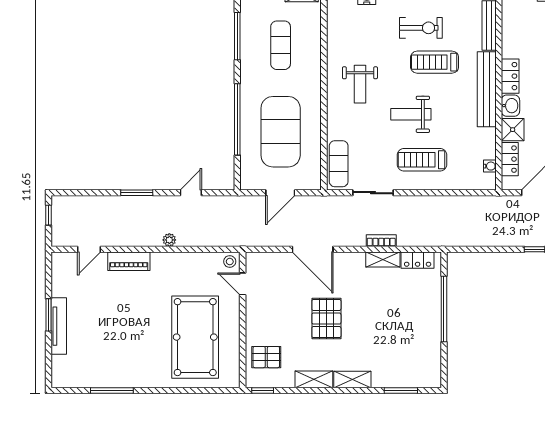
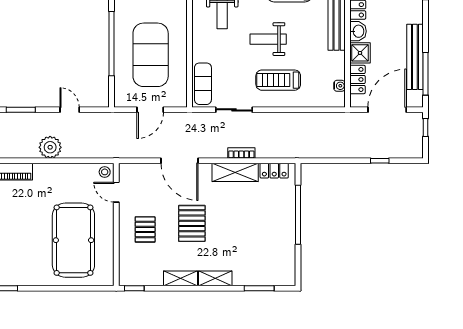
door: (191, 193) -> (70, 110), hinge flipped
plant: (169, 240) -> (50, 147), width x1.87, depth x1.87
shelving: (383, 259) -> (235, 172), width x1.50, depth x1.33
pallet: (266, 357) -> (145, 229), moved, turned 90

